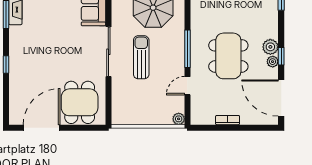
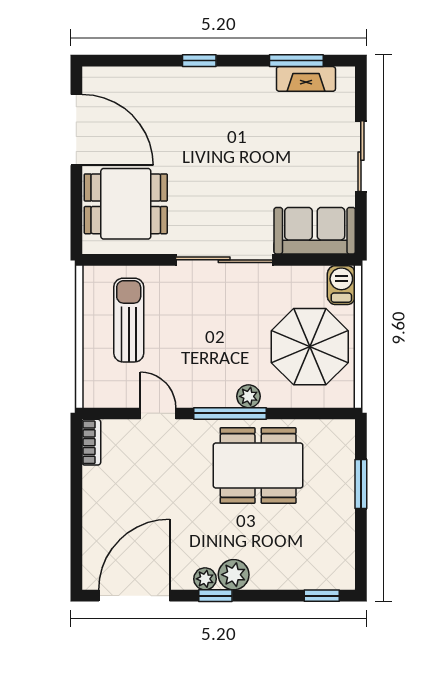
dining table: (228, 56) -> (258, 466), moved
sun lounger: (141, 57) -> (129, 320), moved, turned -90
plant: (179, 119) -> (248, 396), moved
bookcase: (228, 120) -> (91, 442), moved

